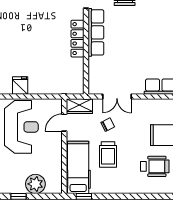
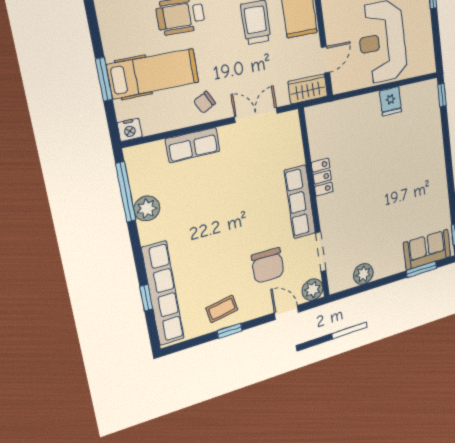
locker: (78, 39) -> (322, 177), width x0.66
chair: (108, 125) -> (205, 102), moved

